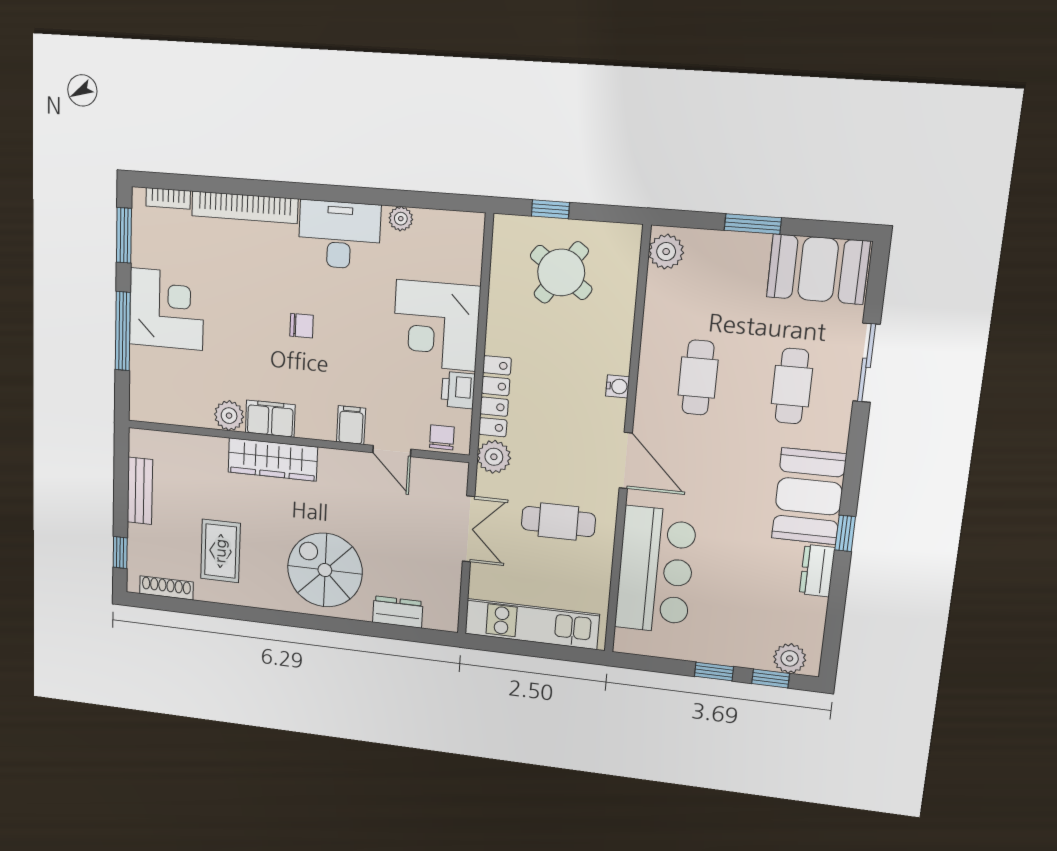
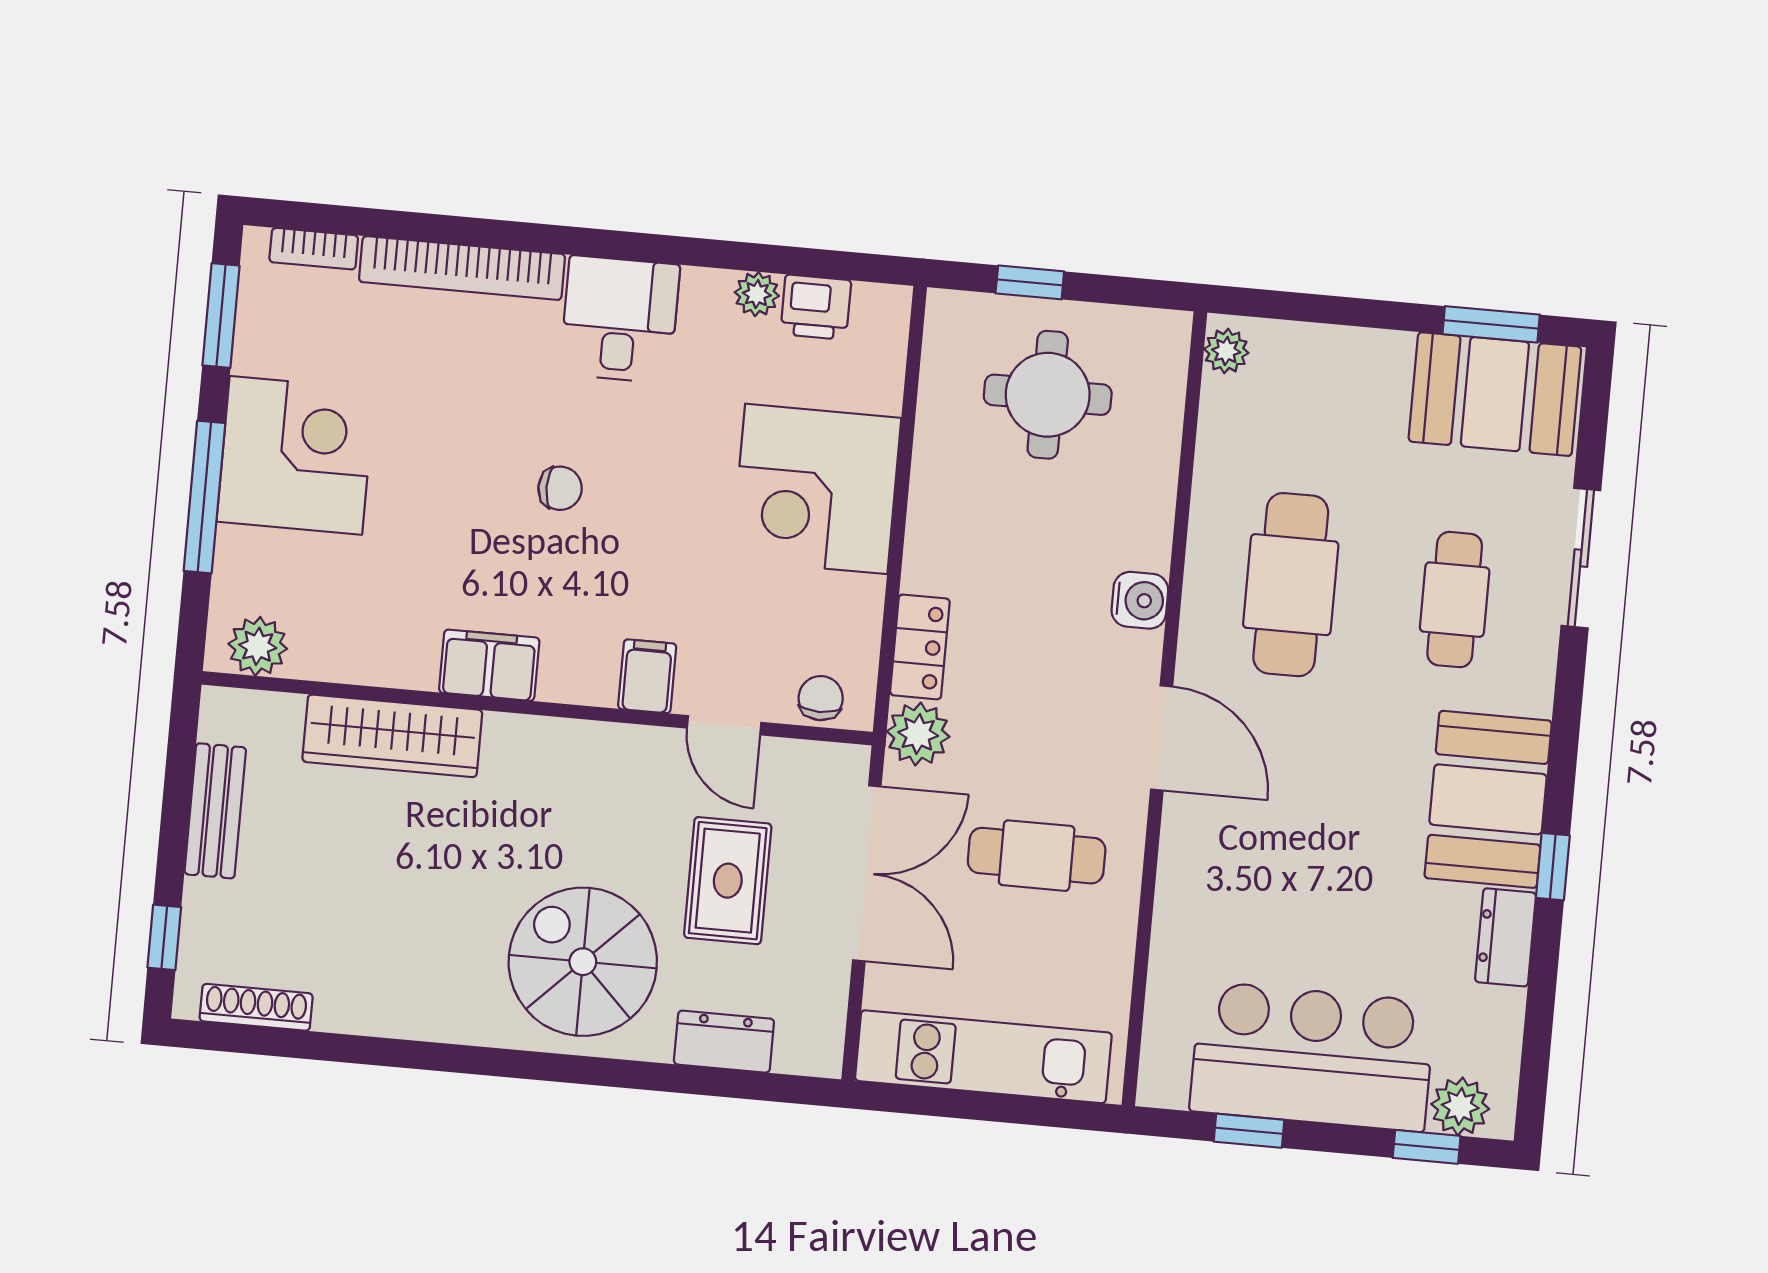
window: (753, 224) -> (1491, 324), moved
desk: (339, 235) -> (620, 319), width x0.73
plant: (666, 252) -> (1226, 351), width x0.73, depth x0.73
round table: (561, 272) -> (1048, 395), turned -35
cafe table: (698, 378) -> (1291, 585), width x1.37, depth x1.35
water cooler: (618, 386) -> (1140, 600), width x1.38, depth x1.38
printer: (458, 390) -> (816, 307), moved, turned -90
locker: (495, 396) -> (920, 647), width x0.66
plant: (229, 416) -> (258, 646), moved
wardrobe: (273, 460) -> (392, 736), moved
double door: (469, 529) -> (867, 873), width x1.37
rug: (220, 551) -> (728, 881), moved
bar counter: (655, 570) -> (1312, 1056), moved, turned -90
window: (714, 672) -> (1249, 1131), moved

